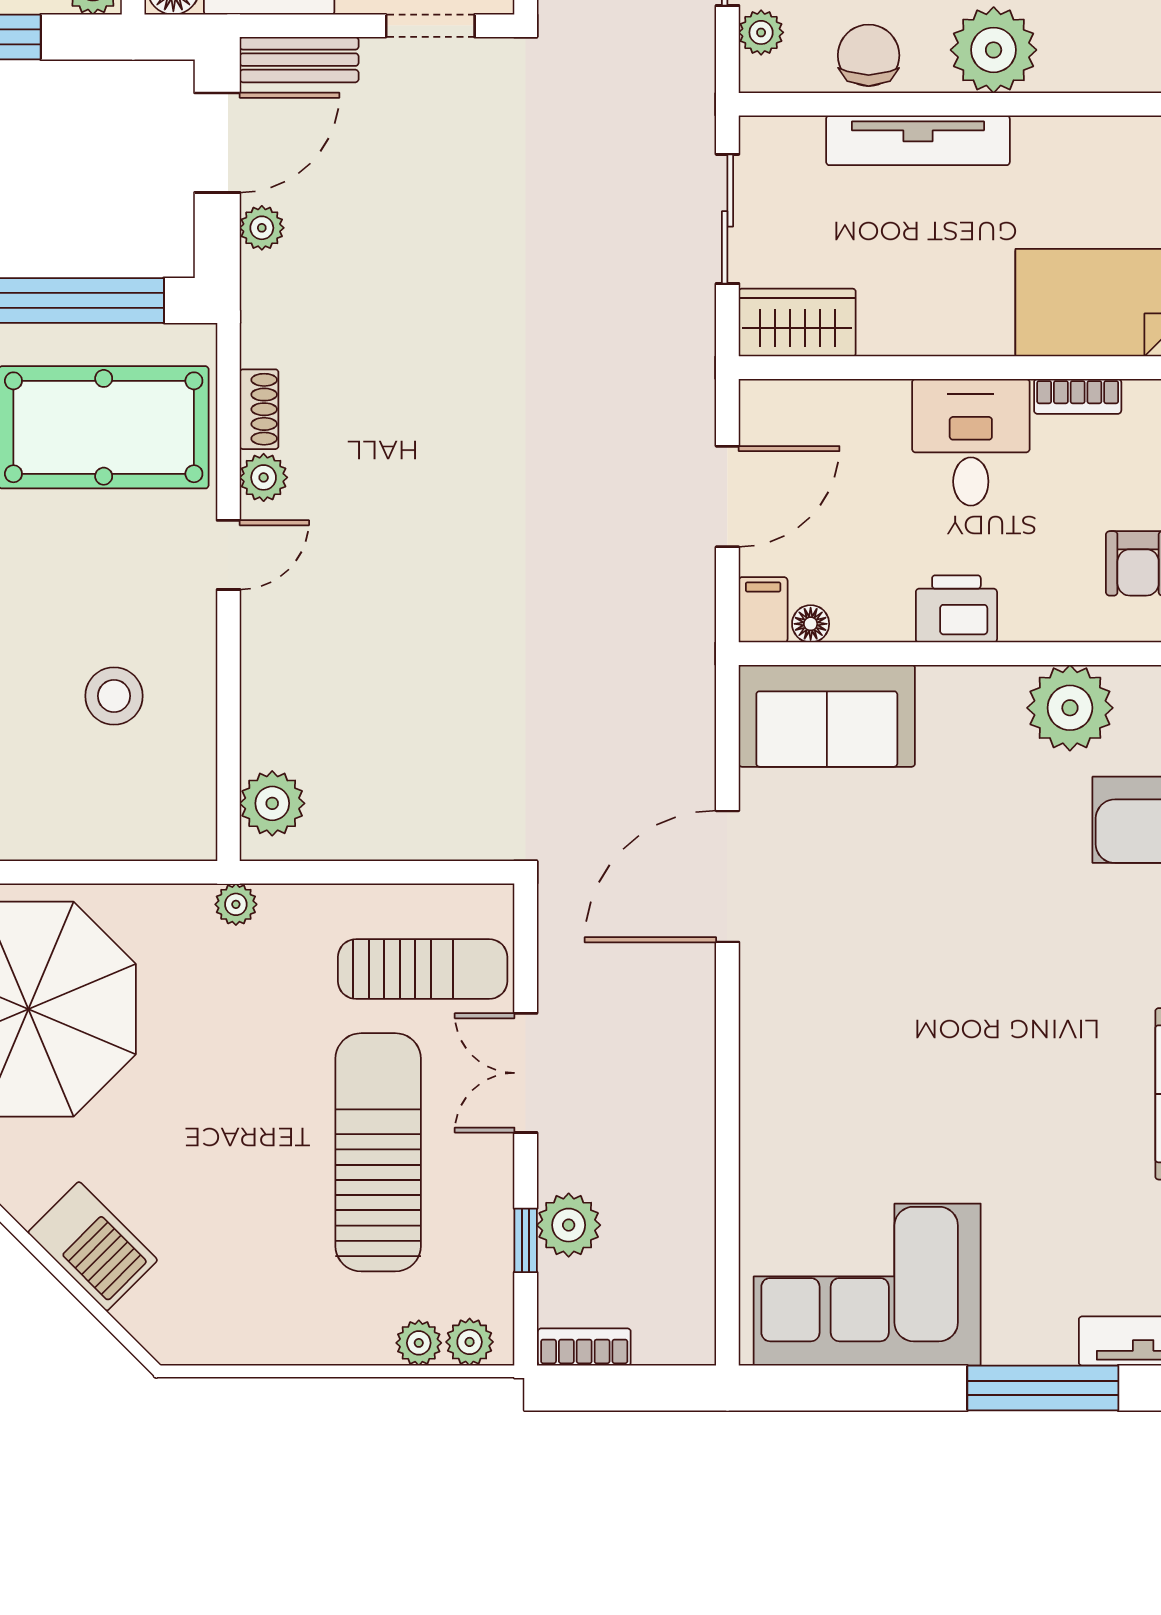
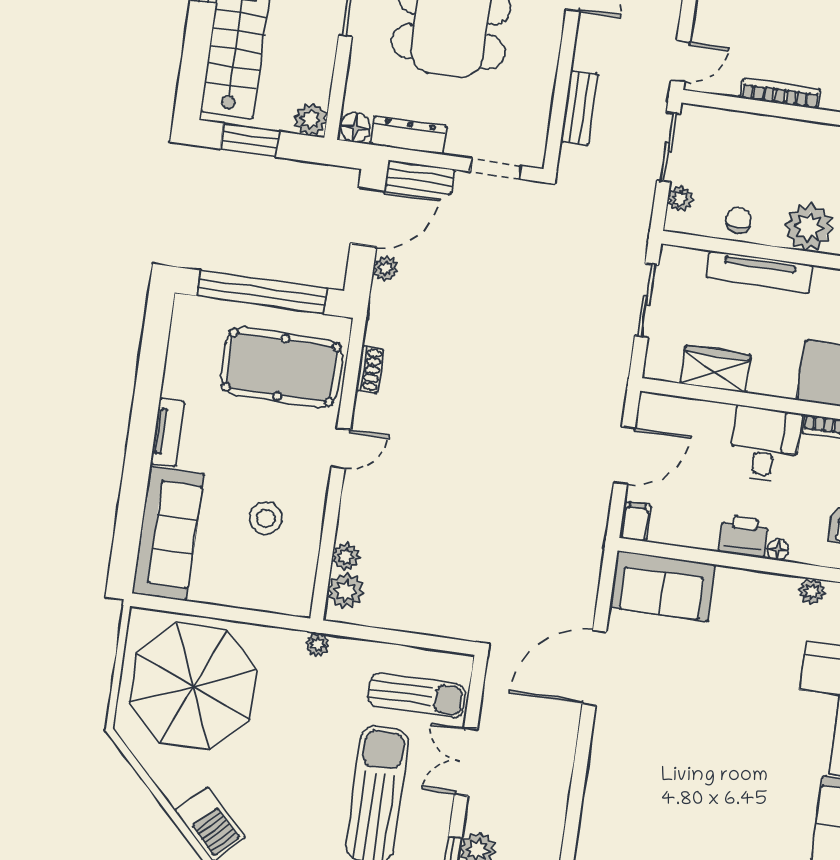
chair: (869, 55) -> (738, 220), width x0.73, depth x0.73
wardrobe: (797, 323) -> (715, 369), moved
plant: (264, 477) -> (346, 556), moved
floor lamp: (811, 624) -> (778, 550), moved
plant: (1070, 708) -> (812, 591), width x0.53, depth x0.53

